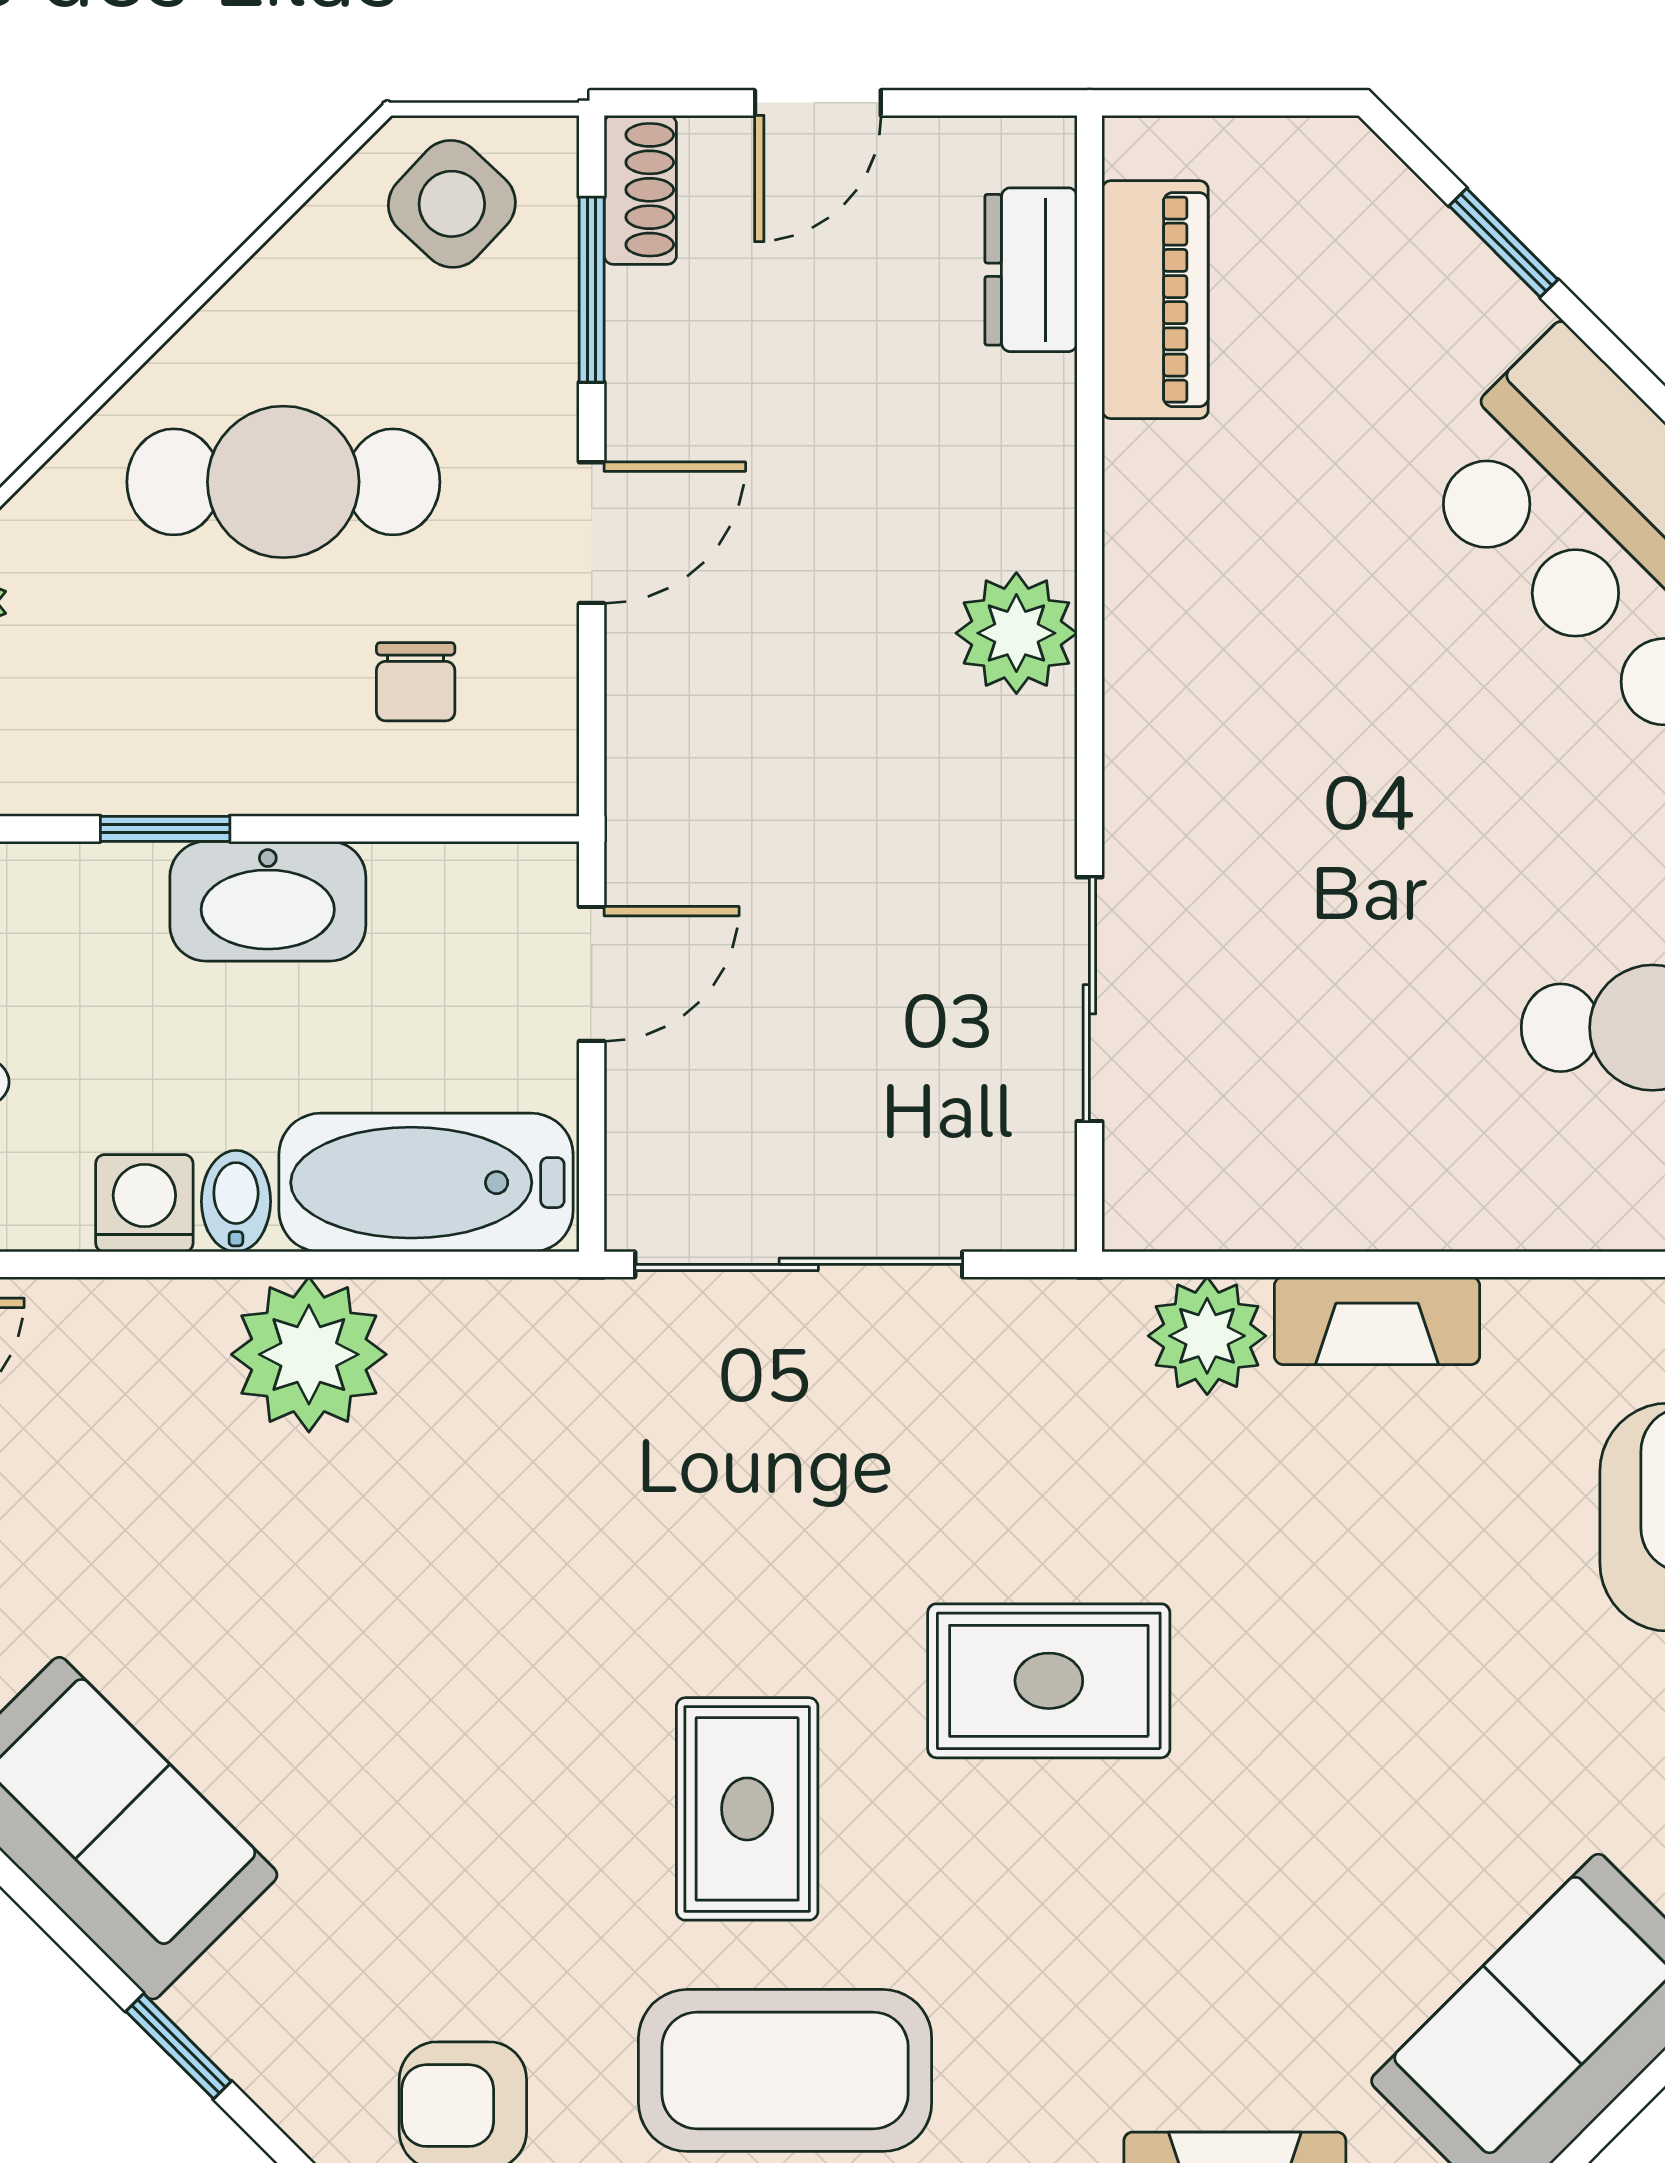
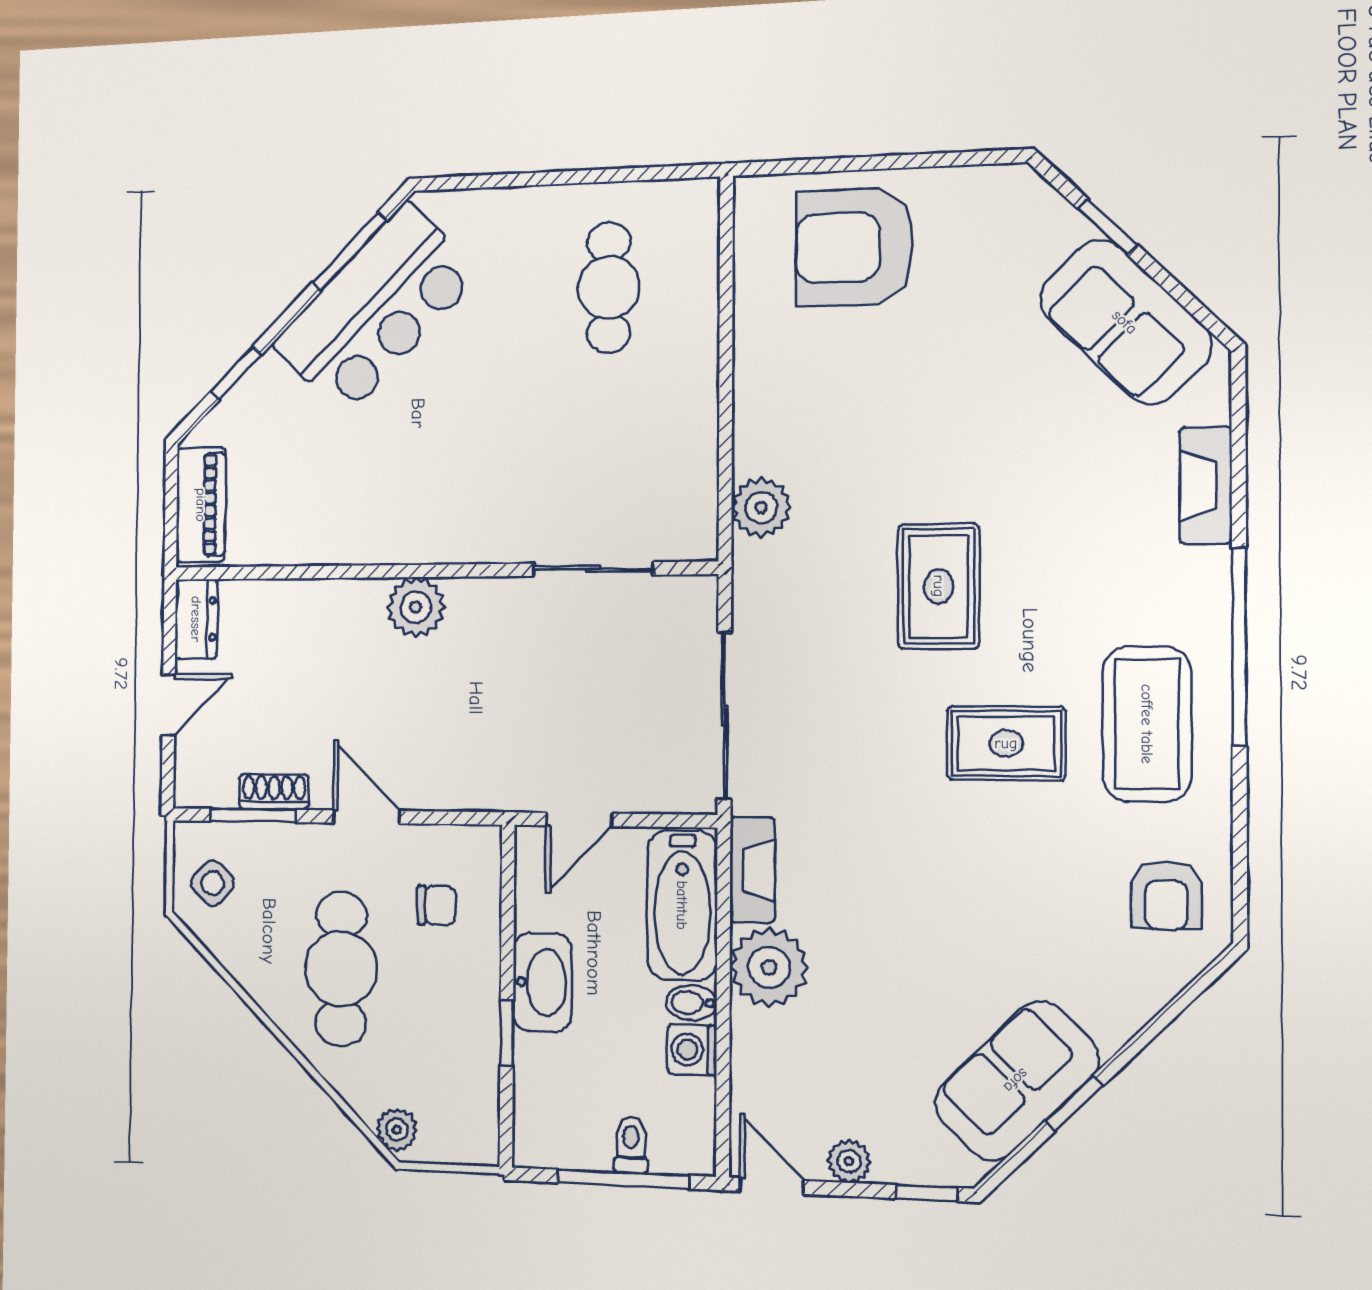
door: (818, 103) -> (169, 705), hinge flipped
shoe rack: (640, 190) -> (274, 792), moved
side table: (452, 204) -> (213, 883), width x0.73, depth x0.73
dresser: (1031, 270) -> (196, 619), moved, turned -90
piano: (1155, 300) -> (201, 505), moved, turned 90
door: (592, 974) -> (579, 819), swing flipped
fireplace: (1377, 1321) -> (752, 870), moved
window: (179, 2046) -> (1074, 1103), moved

